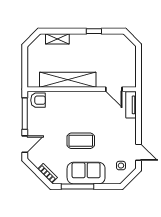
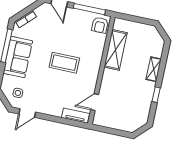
shelving: (57, 39) -> (154, 69), moved
shelving: (68, 80) -> (116, 50), width x0.68
coffee table: (81, 141) -> (64, 63), moved, turned 90

